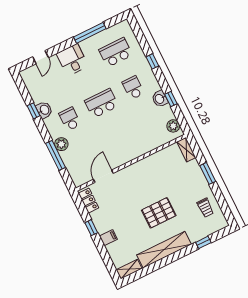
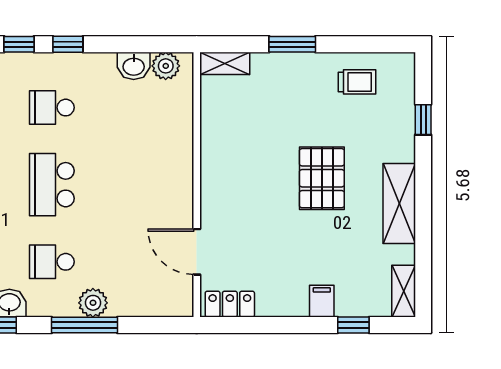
washbasin: (160, 99) -> (134, 66), moved
window: (171, 99) -> (68, 44), moved
window: (56, 155) -> (84, 325), moved
window: (91, 228) -> (353, 325), moved
shelving: (164, 250) -> (399, 204), width x0.68

